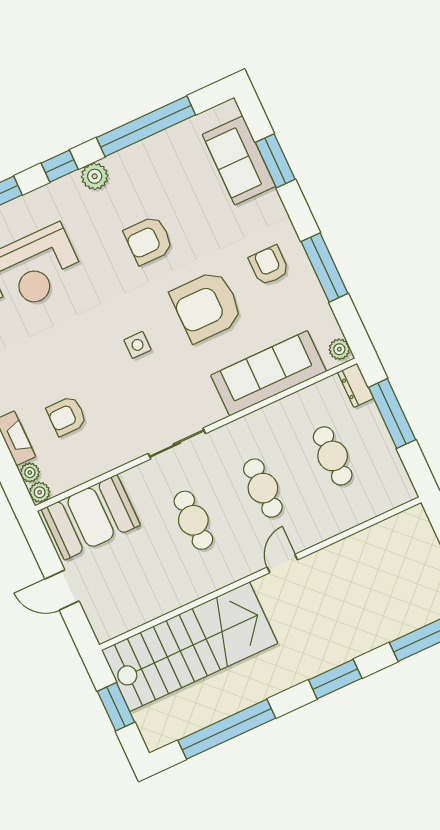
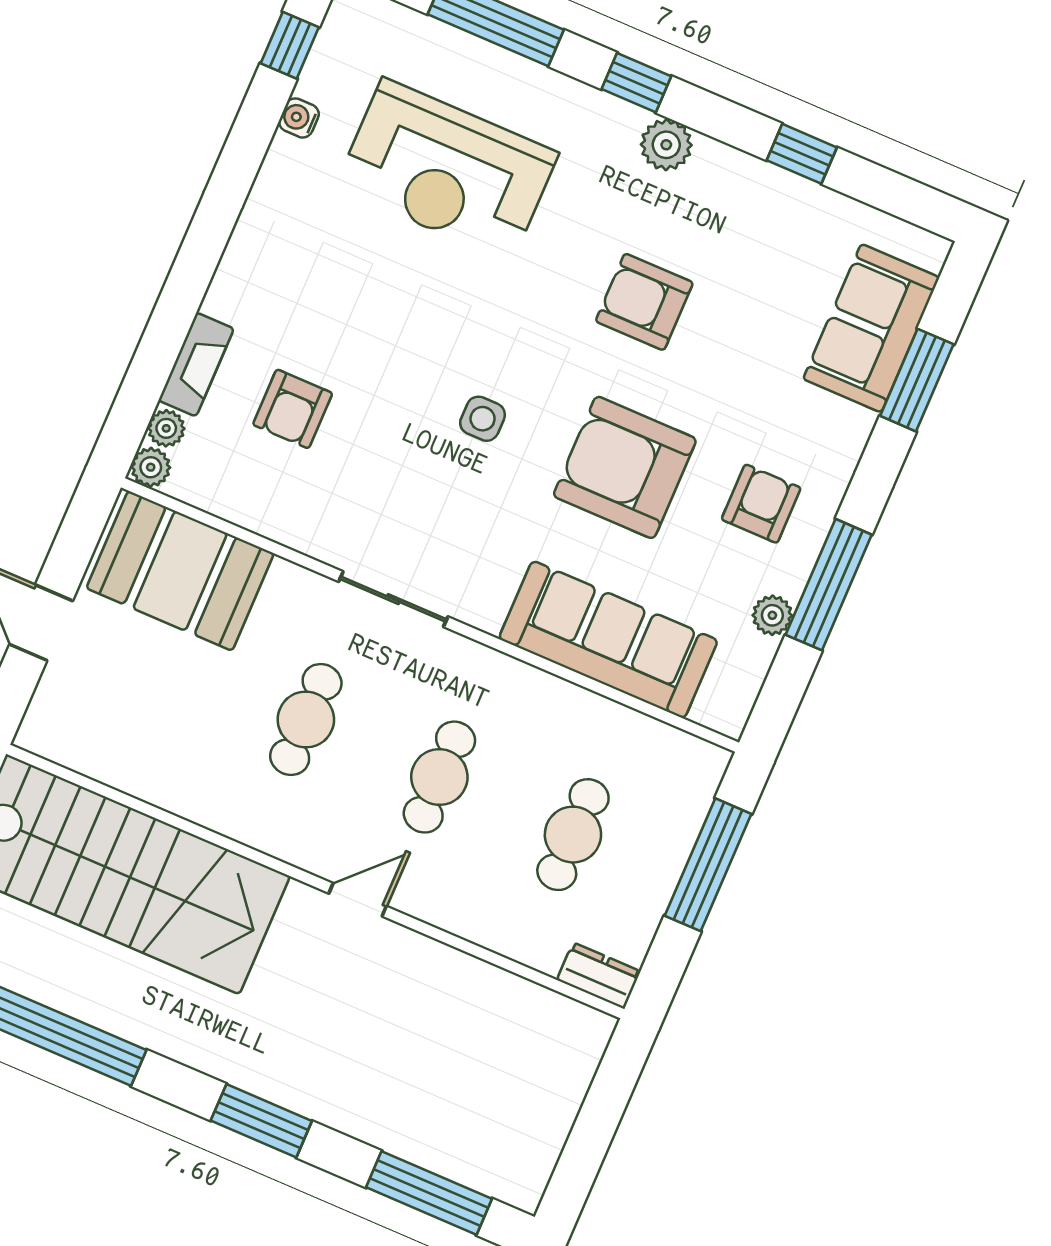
window: (146, 126) -> (802, 154), width x0.32
plant: (339, 349) -> (772, 615), moved
dresser: (356, 385) -> (599, 976), moved, turned 90
armchair: (67, 416) -> (293, 409), turned -90

